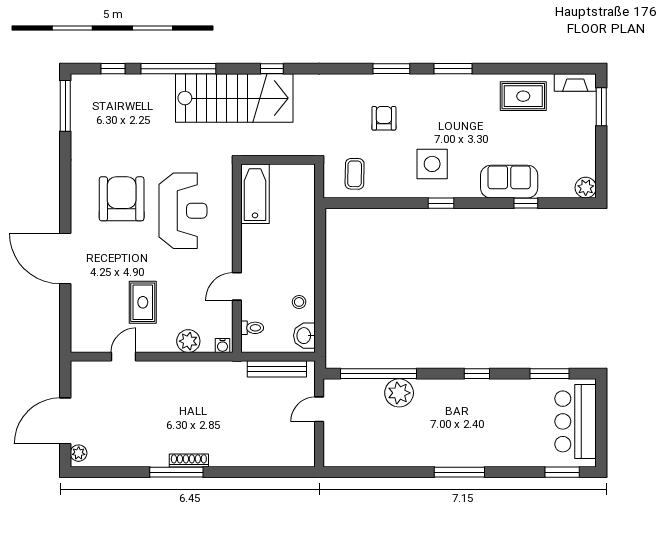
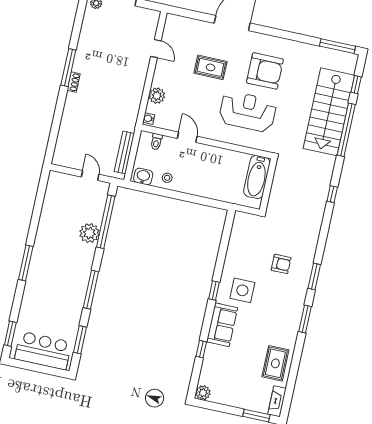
stairs: (234, 98) -> (329, 112), moved
coffee table: (355, 174) -> (247, 235), removed
sofa: (509, 182) -> (222, 325), moved
bathtub: (255, 194) -> (257, 177), moved, turned 90
reception desk: (183, 211) -> (248, 111), turned 180
rug: (143, 302) -> (210, 67), moved
window: (477, 374) -> (91, 290), width x2.17
shoe rack: (189, 460) -> (74, 82), width x0.70

